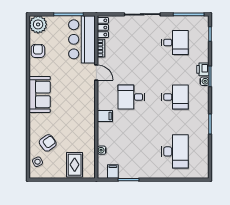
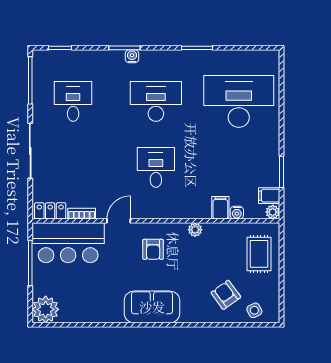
armchair: (38, 51) -> (153, 249), moved, turned -90
printer: (203, 69) -> (114, 59), removed
desk: (131, 97) -> (156, 167), turned 180
desk: (175, 97) -> (156, 101), width x1.37
filing cabinet: (105, 116) -> (220, 208), moved
plant: (90, 123) -> (195, 230), added
desk: (175, 151) -> (239, 101), width x1.36, depth x1.30
rug: (75, 165) -> (259, 254), turned 90
plant: (102, 174) -> (273, 212), added

